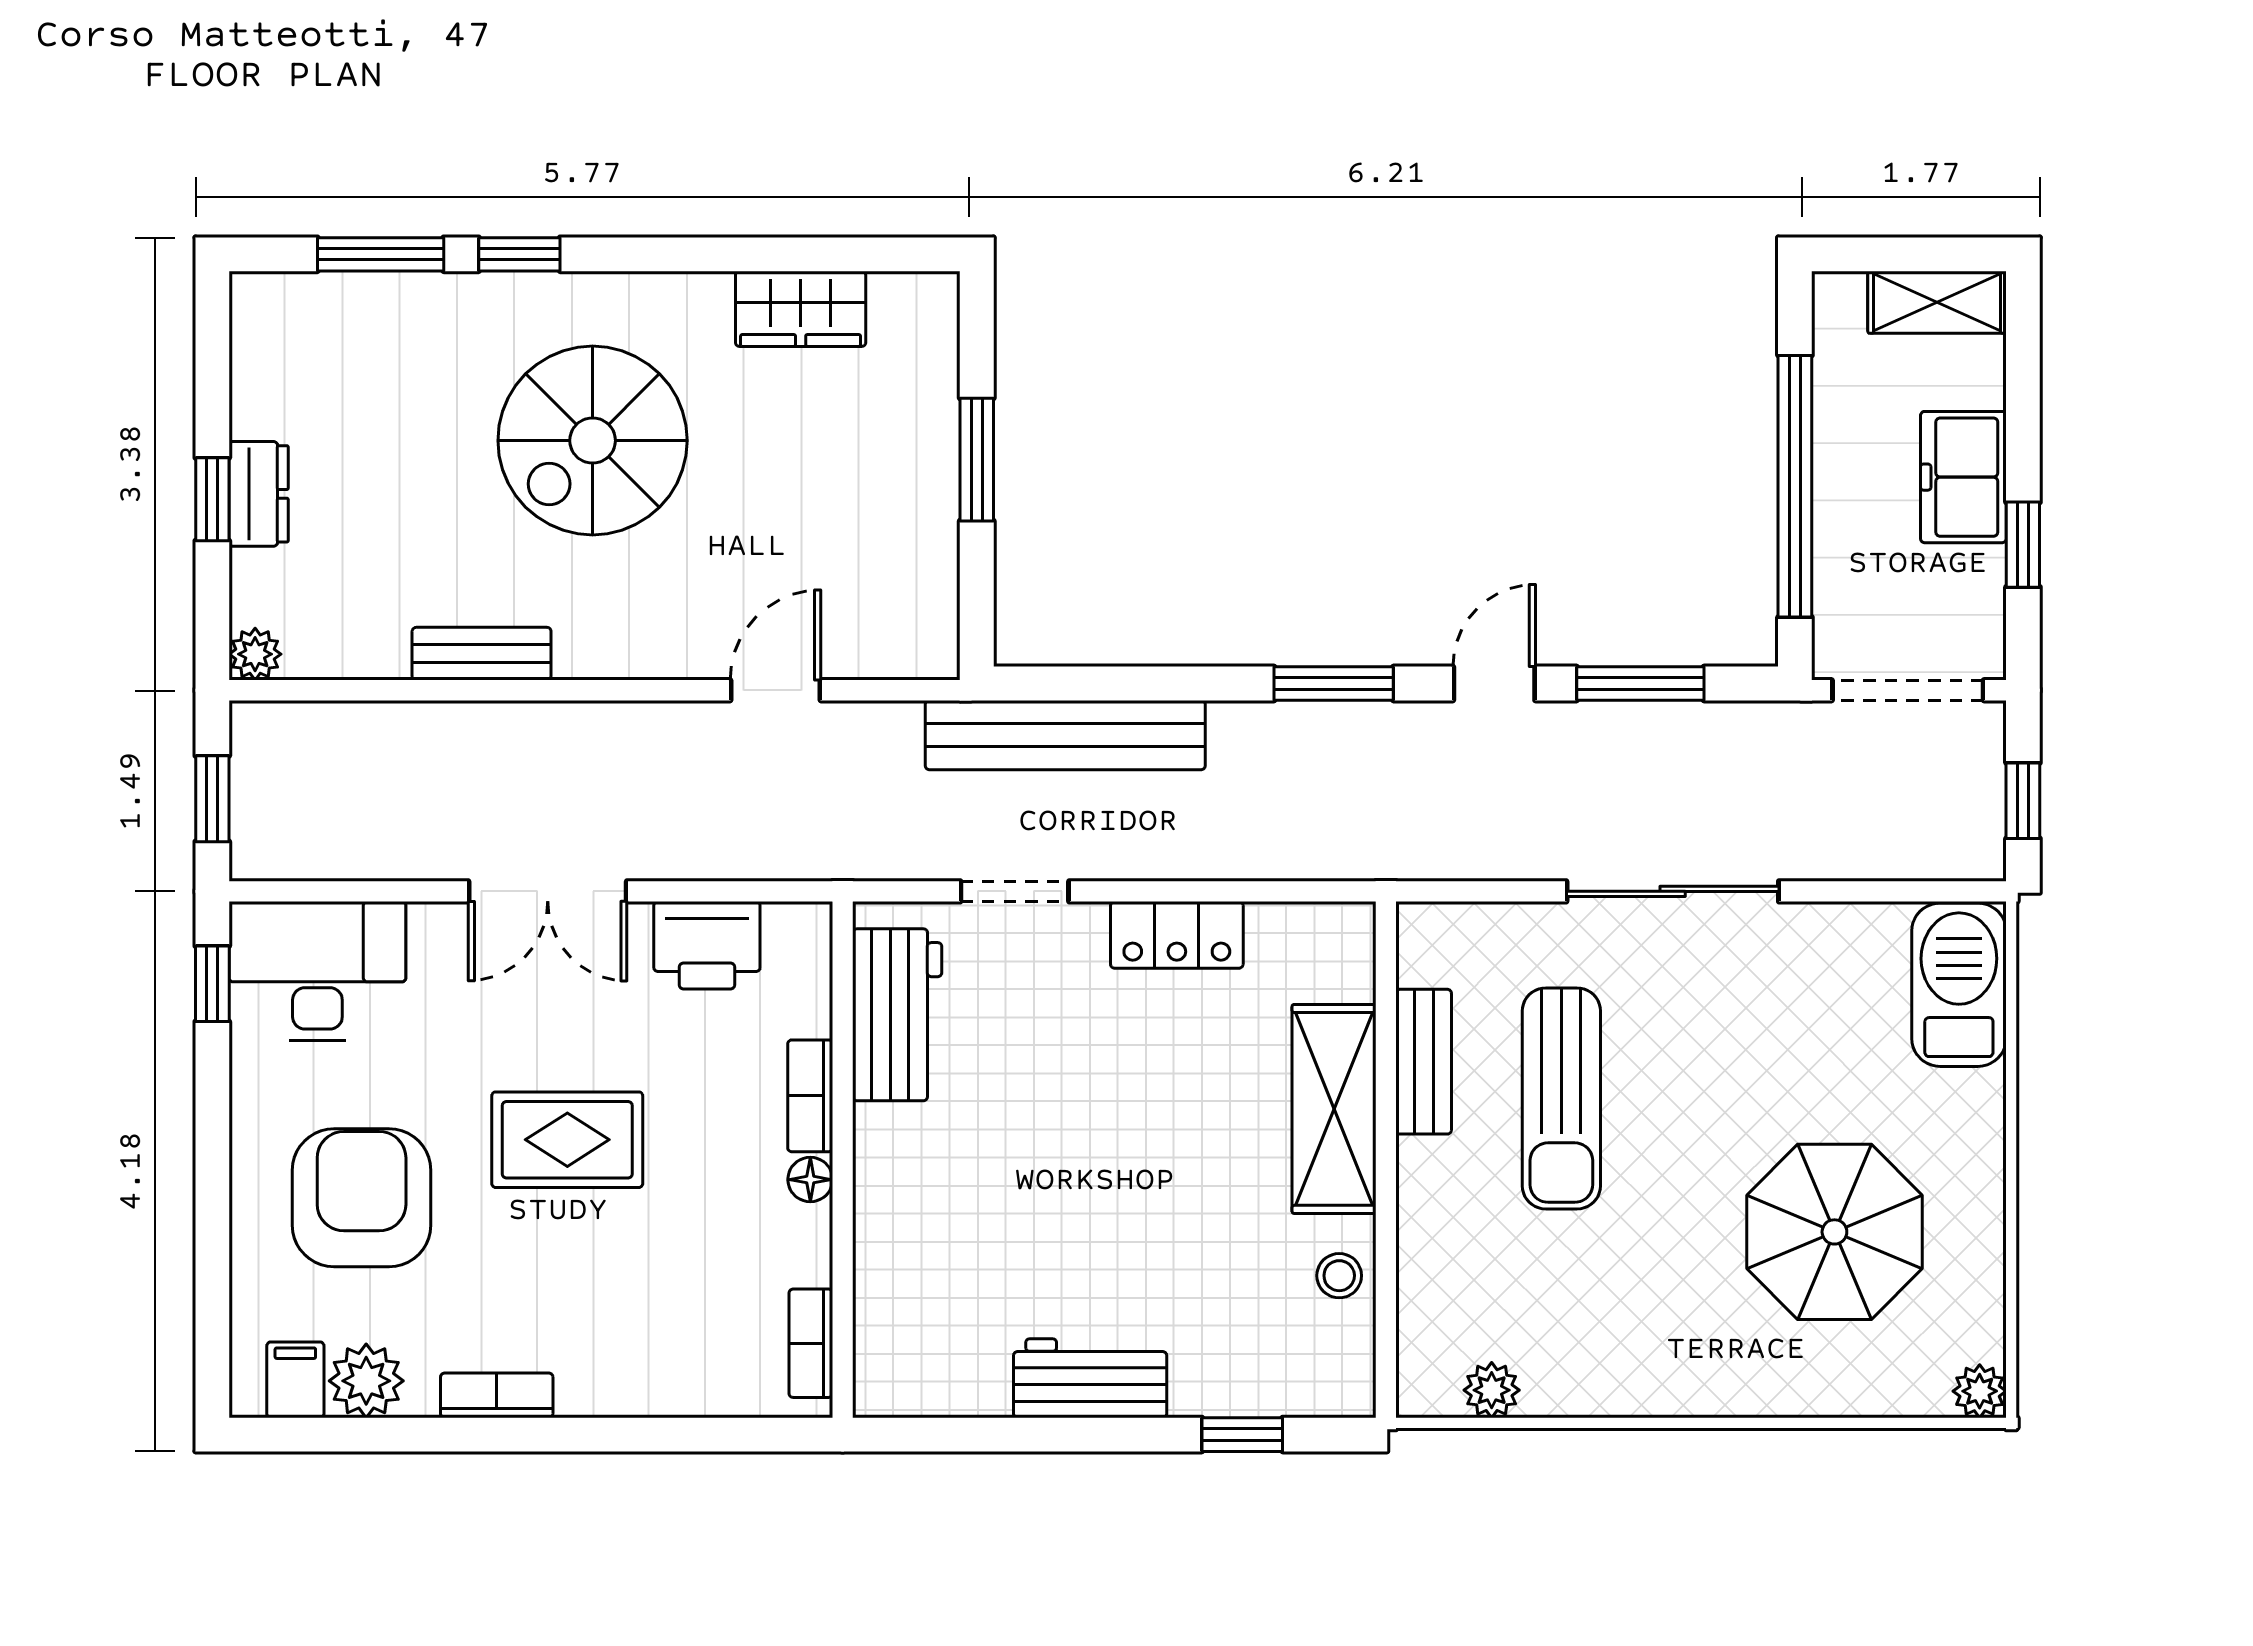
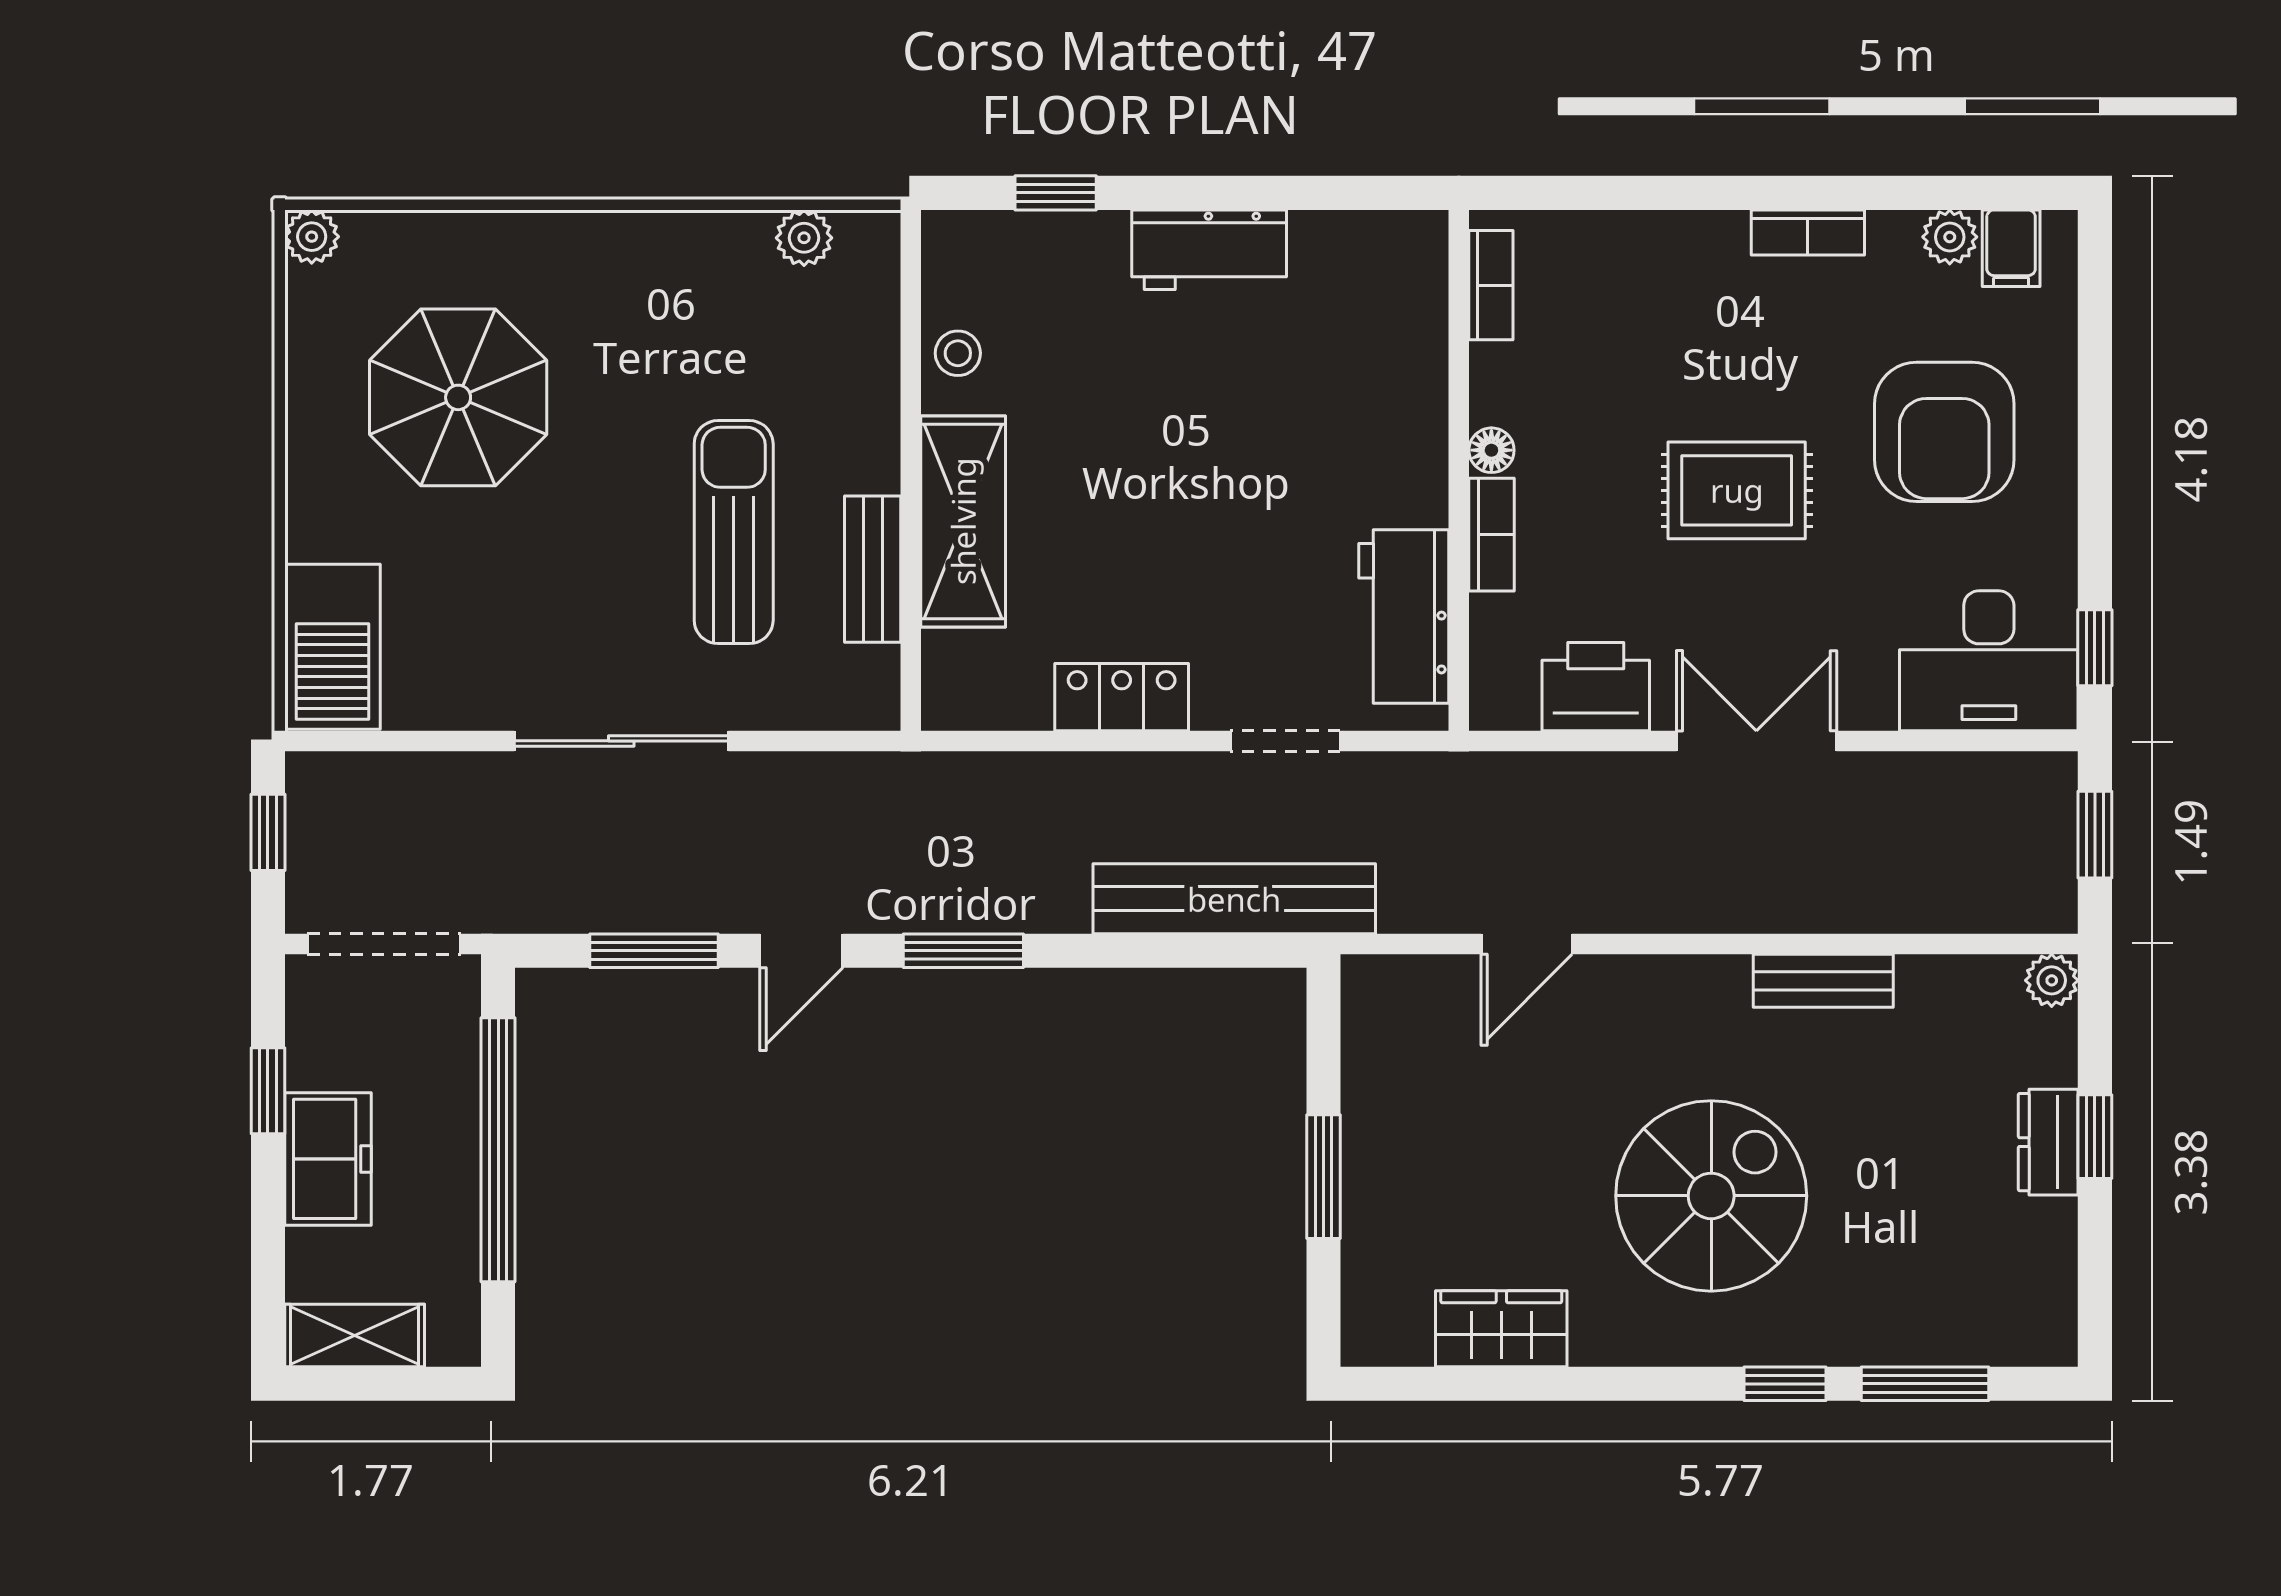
plant: (366, 1381) -> (1950, 237), width x0.73, depth x0.73

